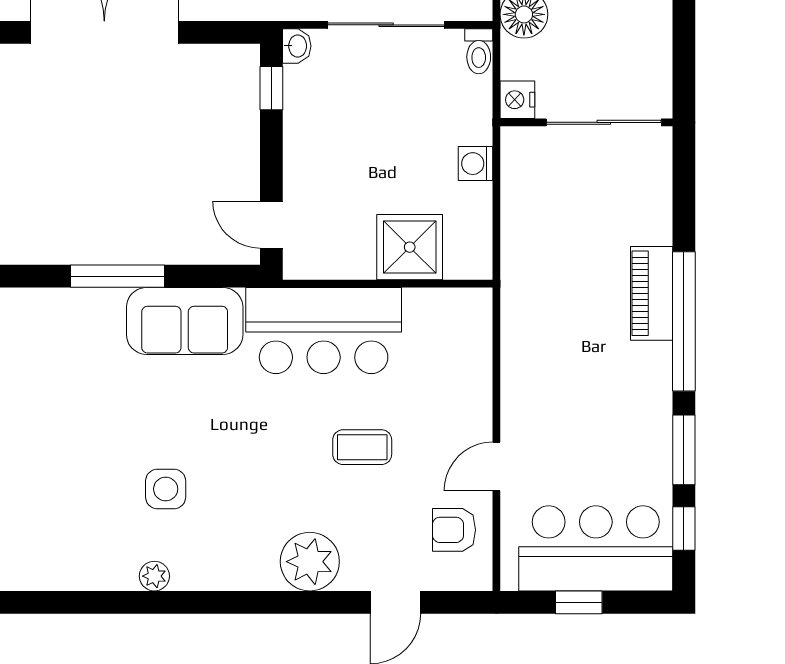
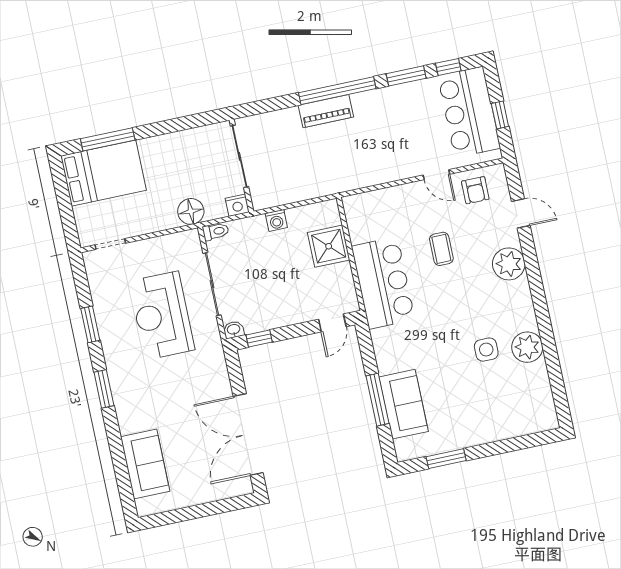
sofa: (185, 321) -> (404, 404), moved
plant: (154, 576) -> (527, 347), width x1.88, depth x1.88

